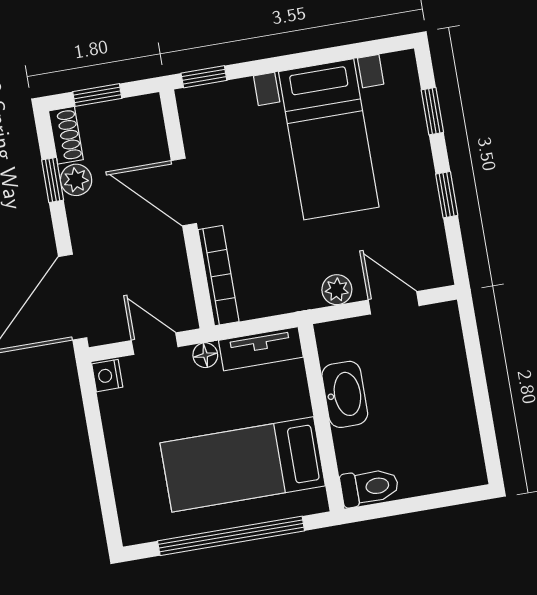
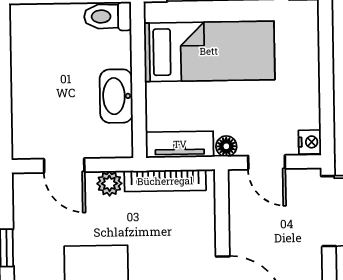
bookcase: (218, 276) -> (165, 181), moved, turned -90

